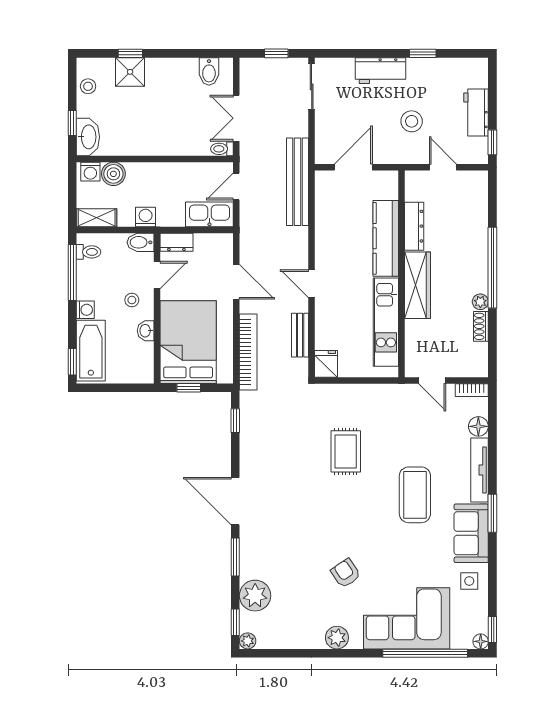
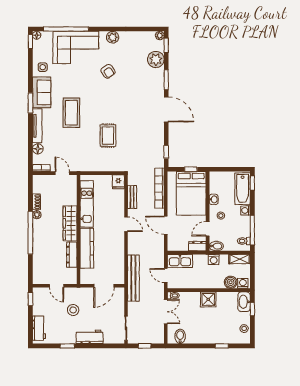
shower: (130, 72) -> (208, 299), moved
workbench: (476, 113) -> (39, 328), moved
door: (236, 187) -> (166, 276), swing flipped

